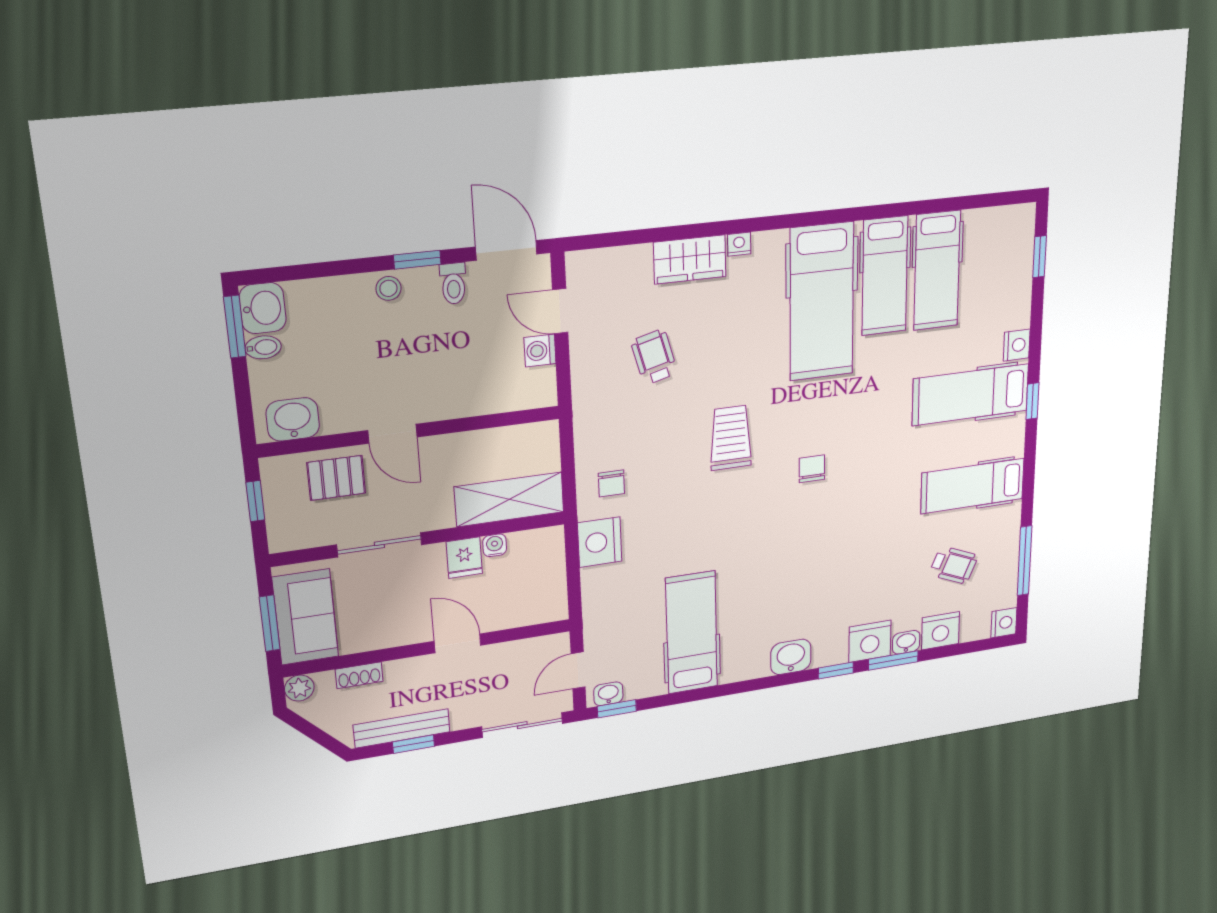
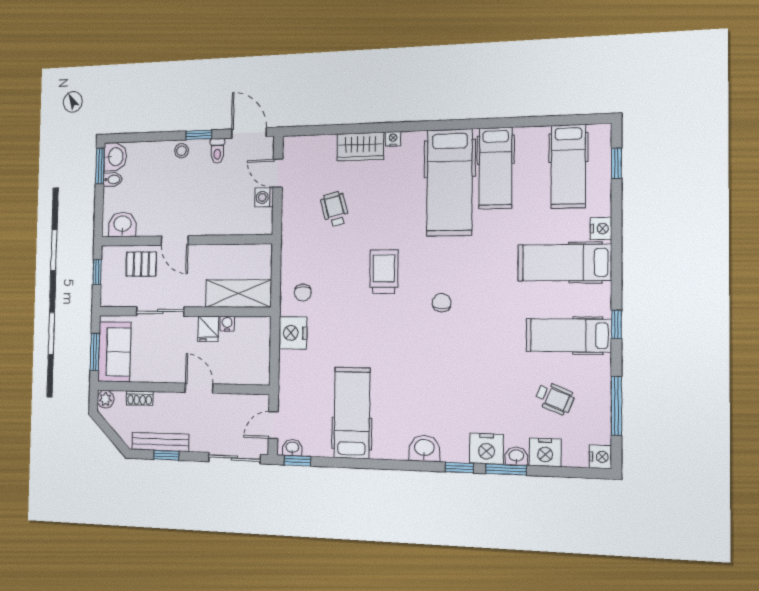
hospital bed: (937, 271) -> (568, 166), moved
window: (1032, 401) -> (616, 324), moved

